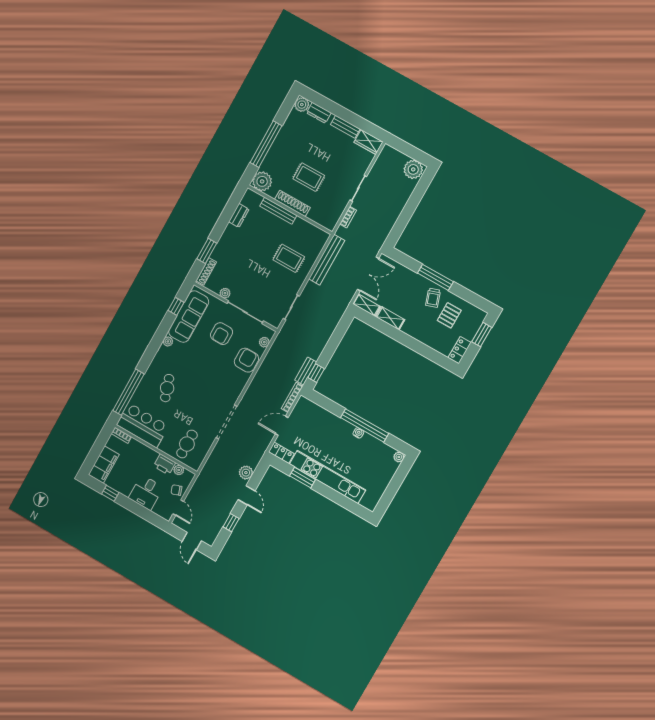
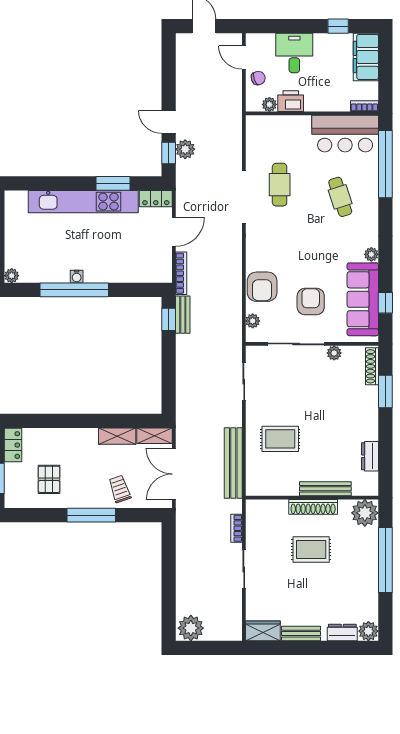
trolley: (433, 298) -> (120, 489), moved
cafe table: (187, 444) -> (280, 185), moved
window: (231, 523) -> (169, 153), moved

